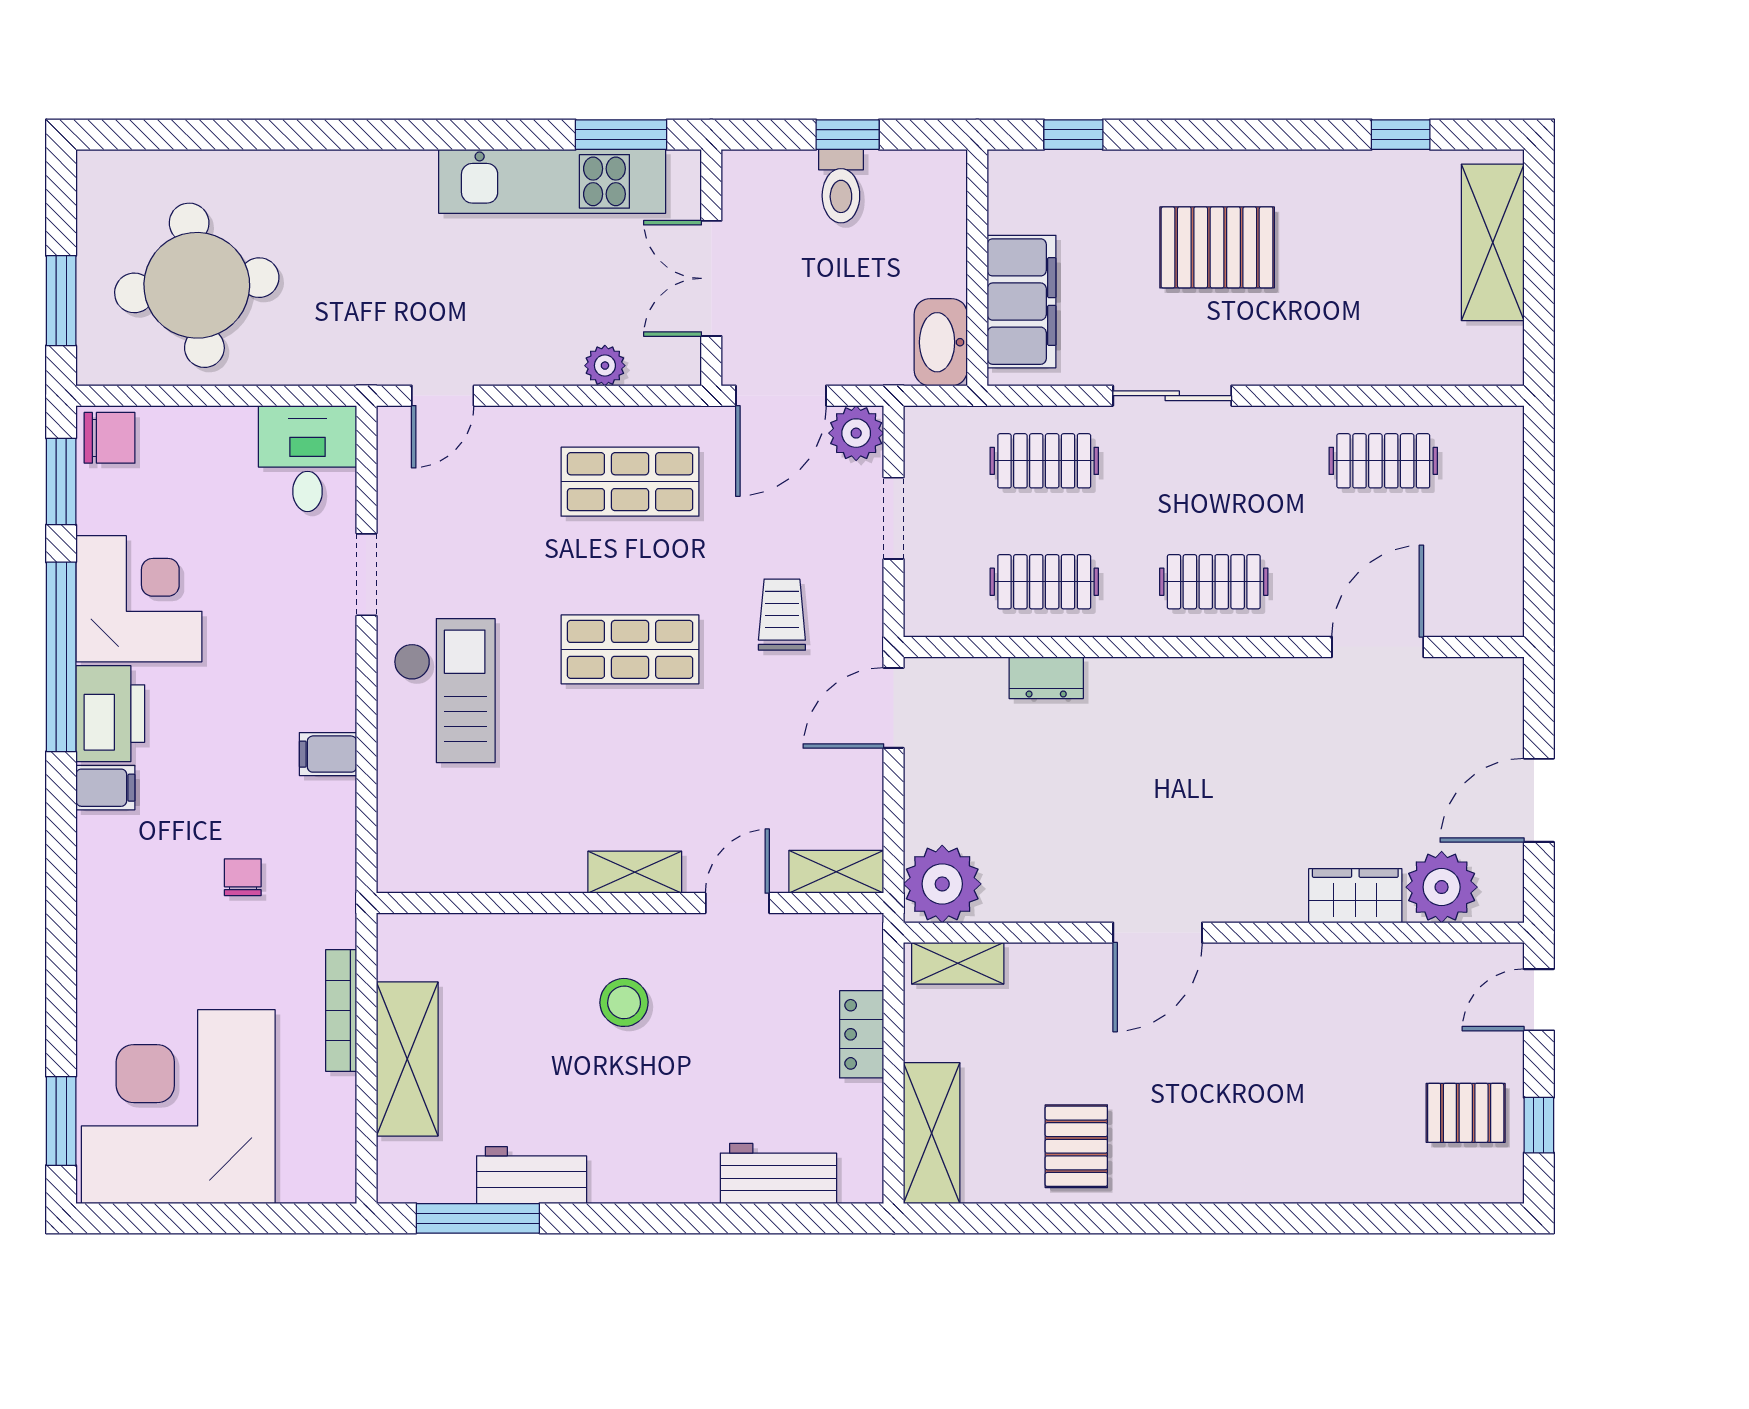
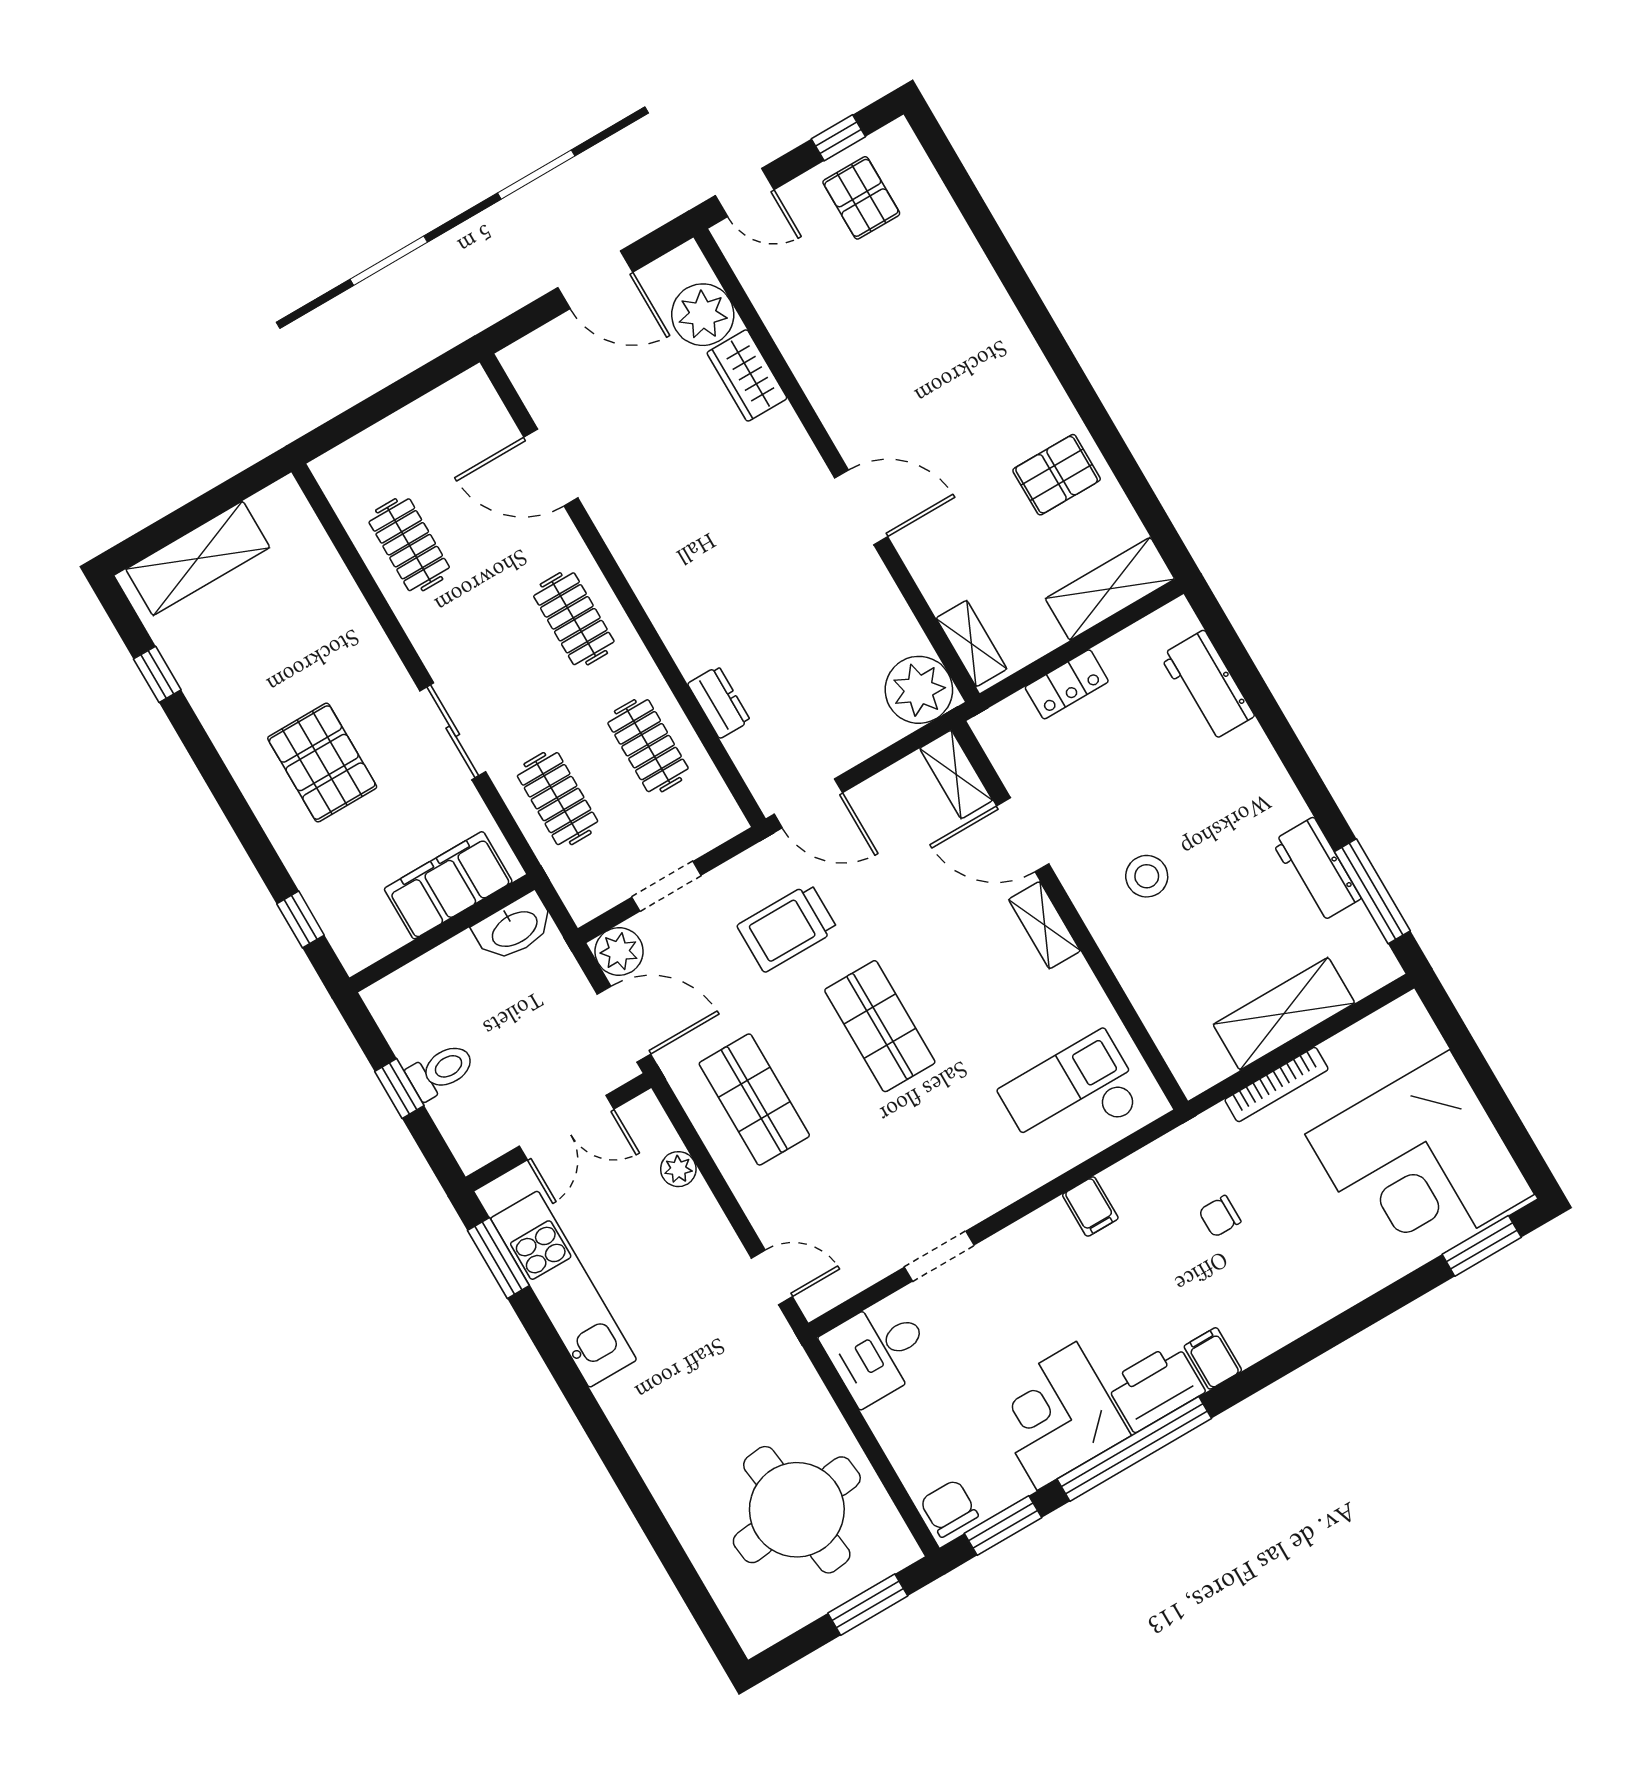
trolley: (782, 615) -> (787, 928), width x1.36, depth x1.39
checkout: (444, 691) -> (1072, 1096), moved
door: (737, 903) -> (1023, 835), width x1.38

